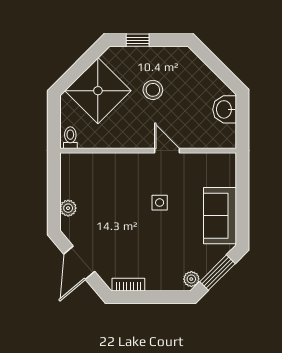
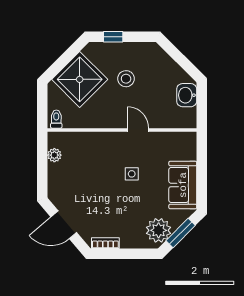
plant: (68, 208) -> (54, 155), moved
door: (79, 263) -> (64, 225), hinge flipped
plant: (191, 279) -> (159, 230), width x1.88, depth x1.88

